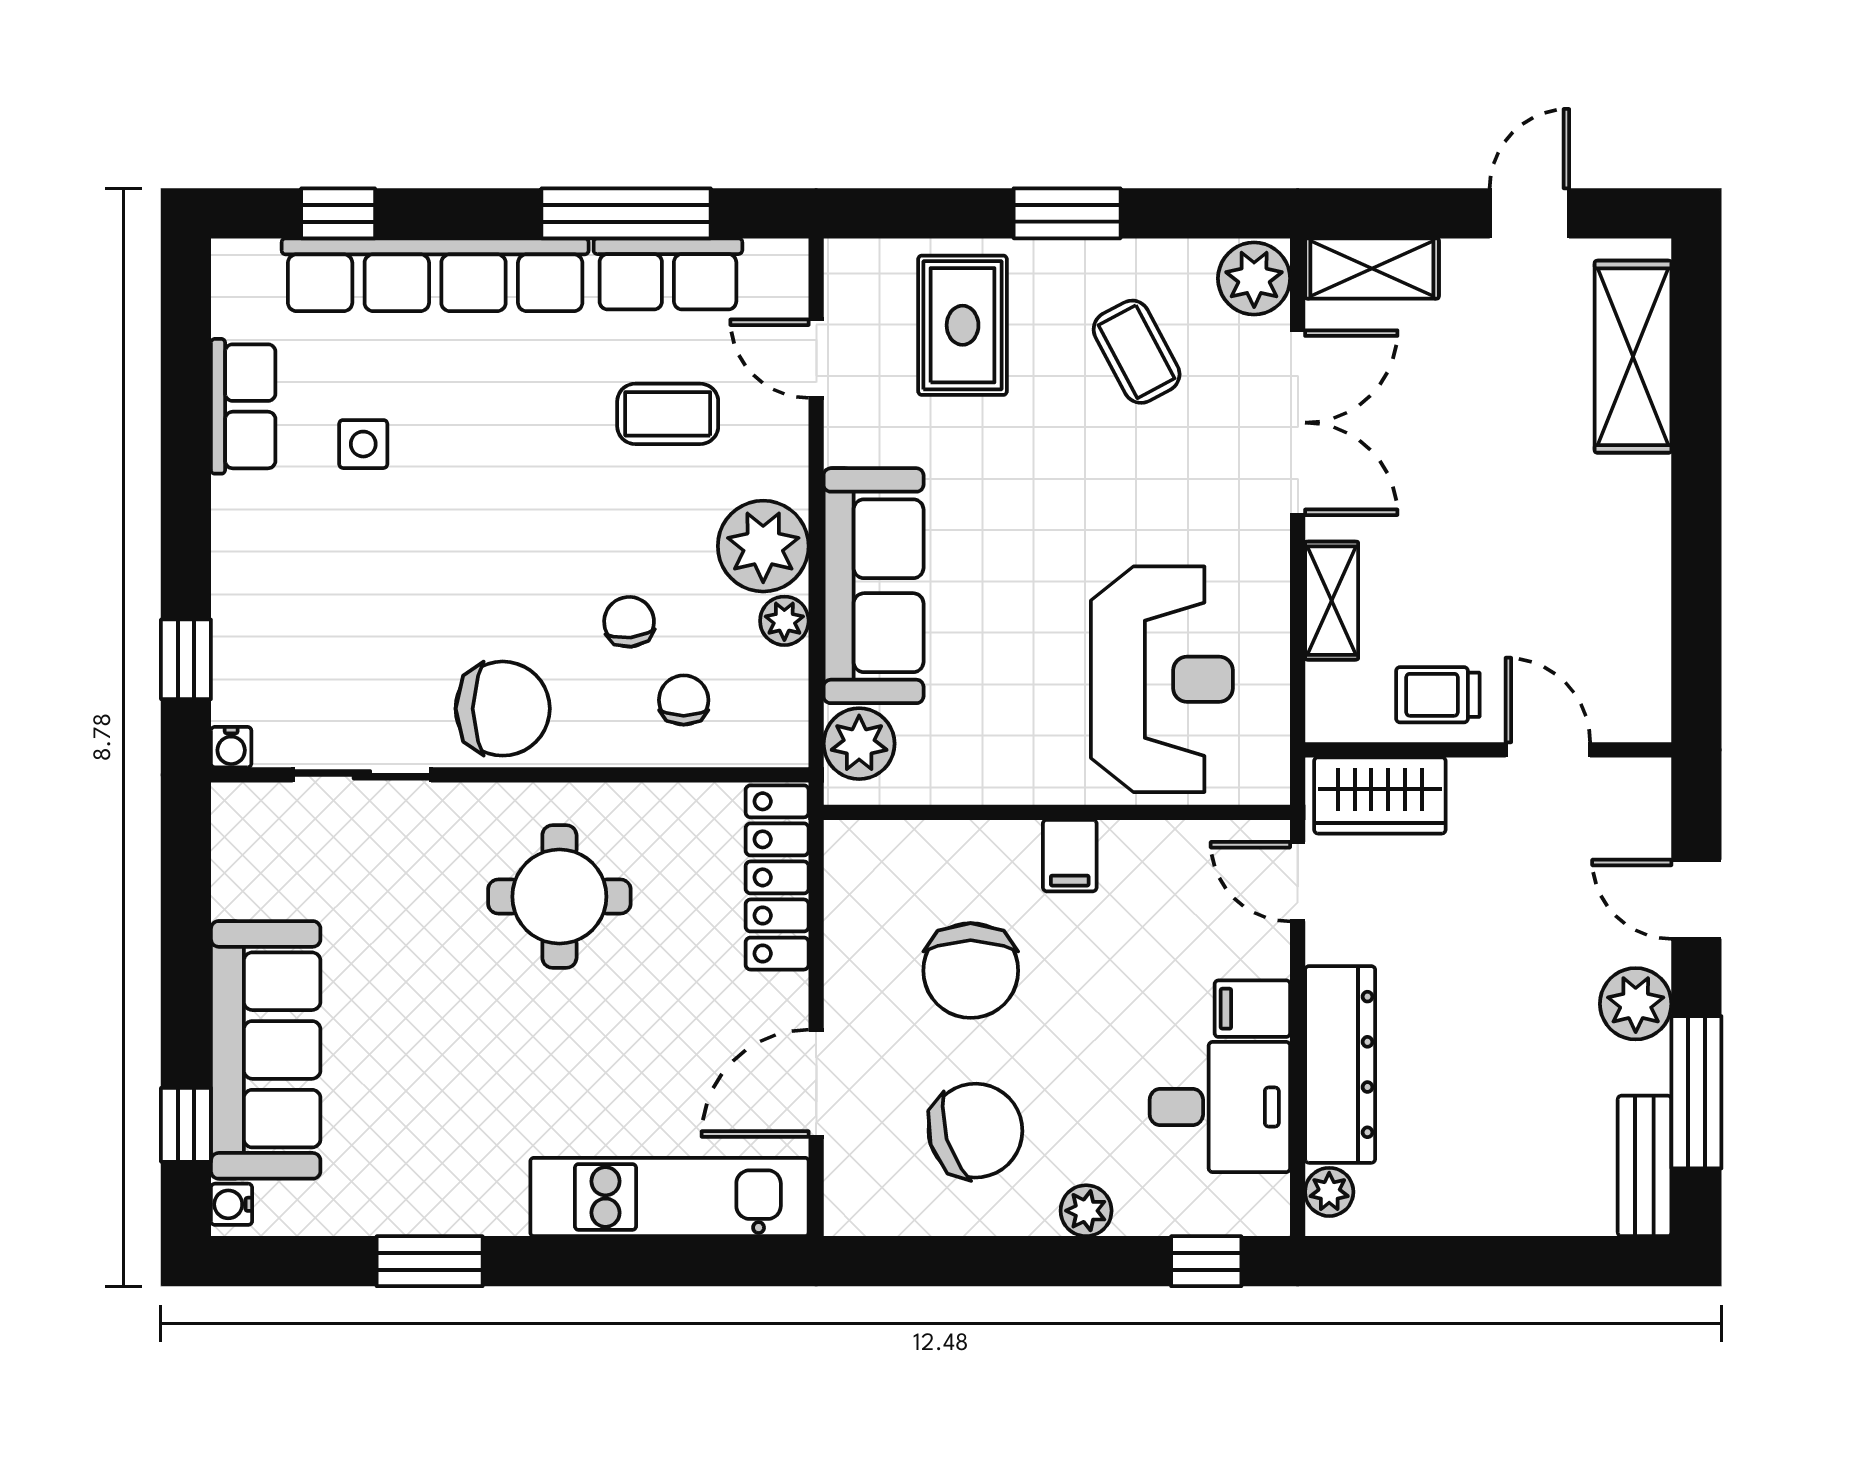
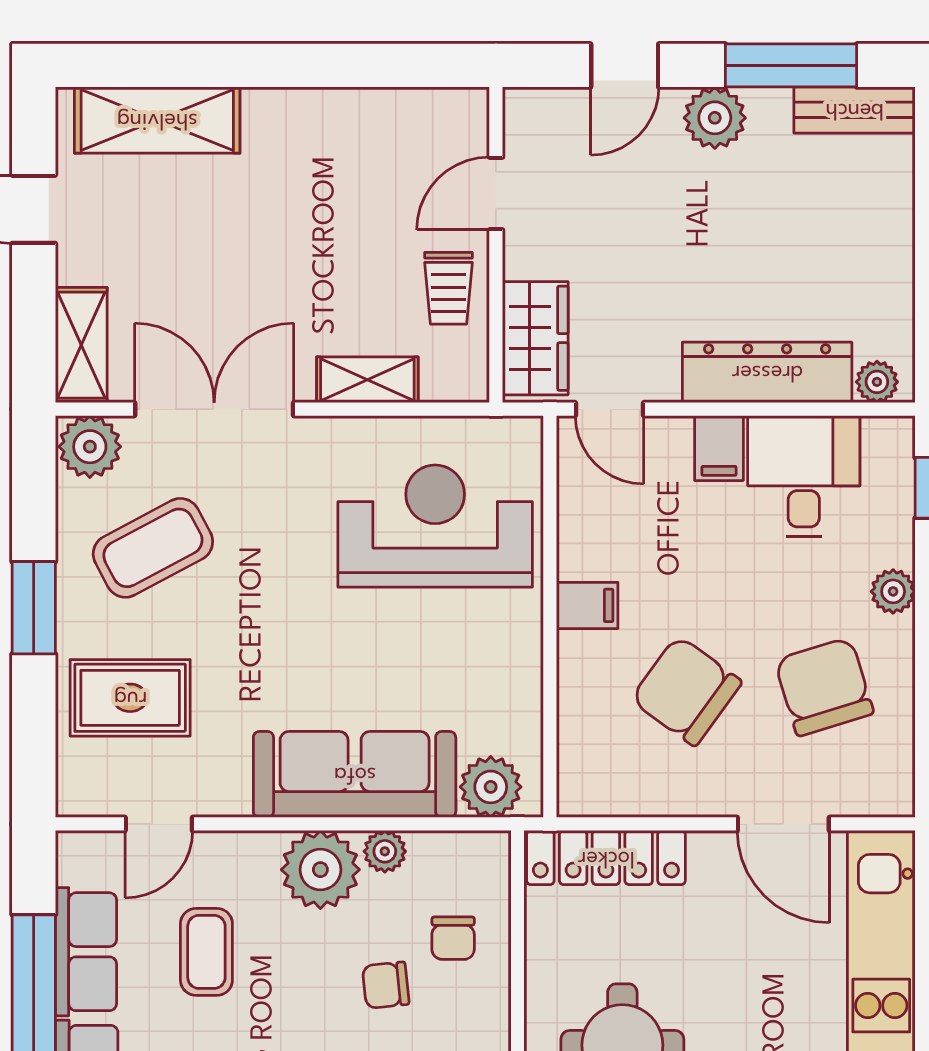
coffee table: (1137, 352) -> (153, 548), width x1.36, depth x1.30
chair: (684, 700) -> (453, 938), turned -90
door: (1298, 882) -> (610, 409), hinge flipped
chair: (971, 971) -> (686, 691), turned -144

